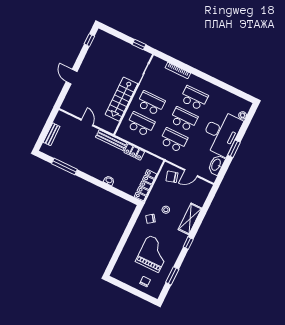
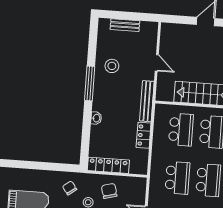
door: (87, 123) -> (157, 63), hinge flipped
stool: (77, 155) -> (112, 66), added
window: (64, 167) -> (90, 83), moved
chair: (172, 177) -> (109, 191), moved

